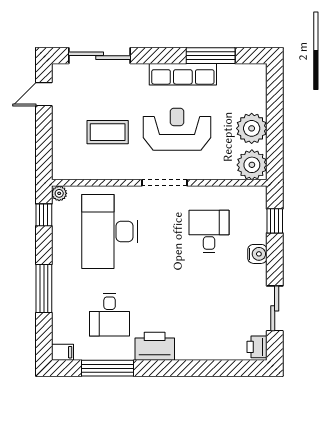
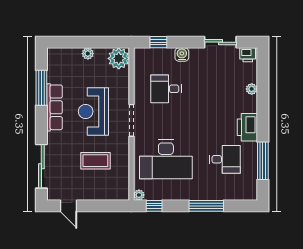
plant: (252, 128) -> (88, 54), width x0.53, depth x0.53
coffee table: (108, 132) -> (95, 161), turned 90
filing cabinet: (62, 352) -> (251, 193), removed
plant: (209, 352) -> (252, 89), added

